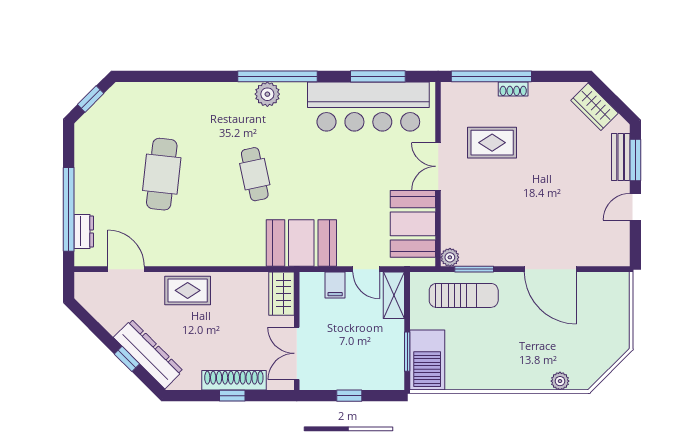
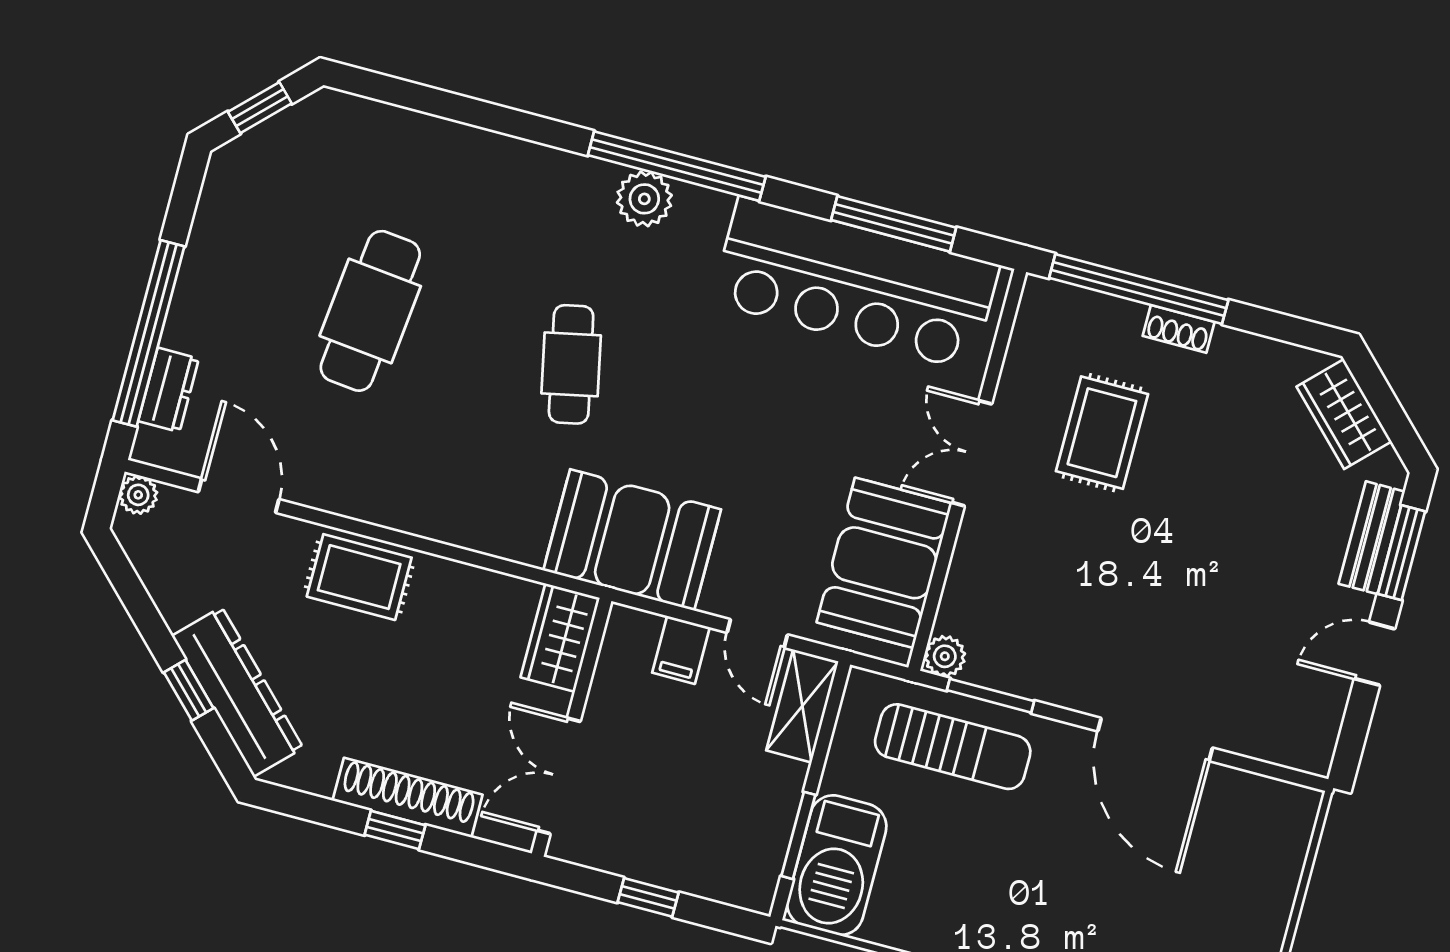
rug: (492, 143) -> (1102, 433), turned 90
plant: (83, 280) -> (138, 495), added

